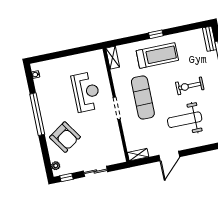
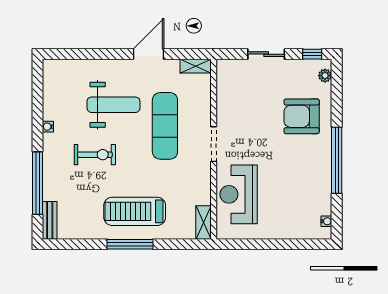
window: (156, 34) -> (130, 244), width x2.17
reception desk: (86, 92) -> (239, 194), moved
exercise mat: (143, 97) -> (165, 126), moved
armchair: (65, 137) -> (302, 116), turned -56

